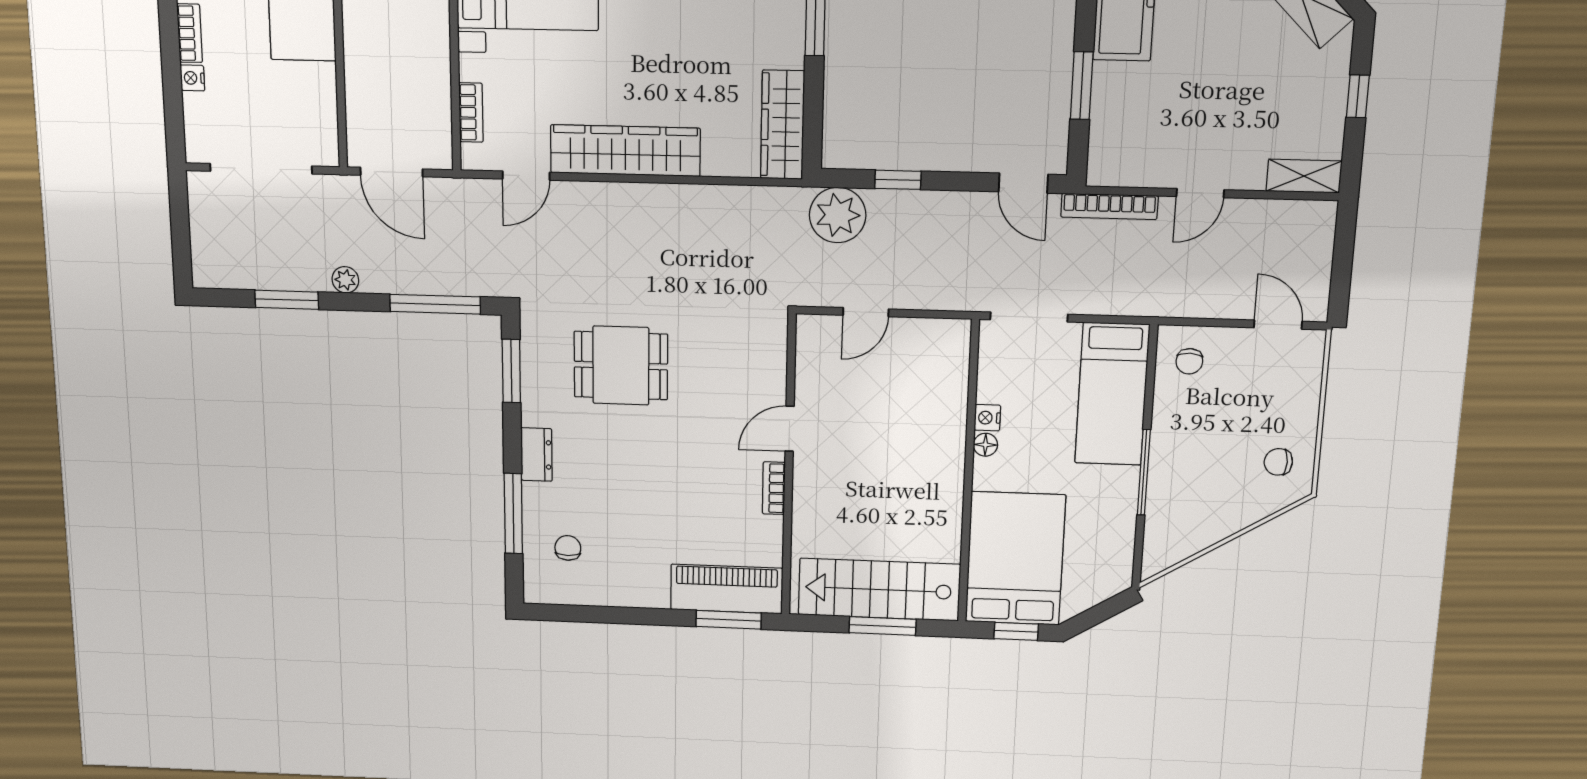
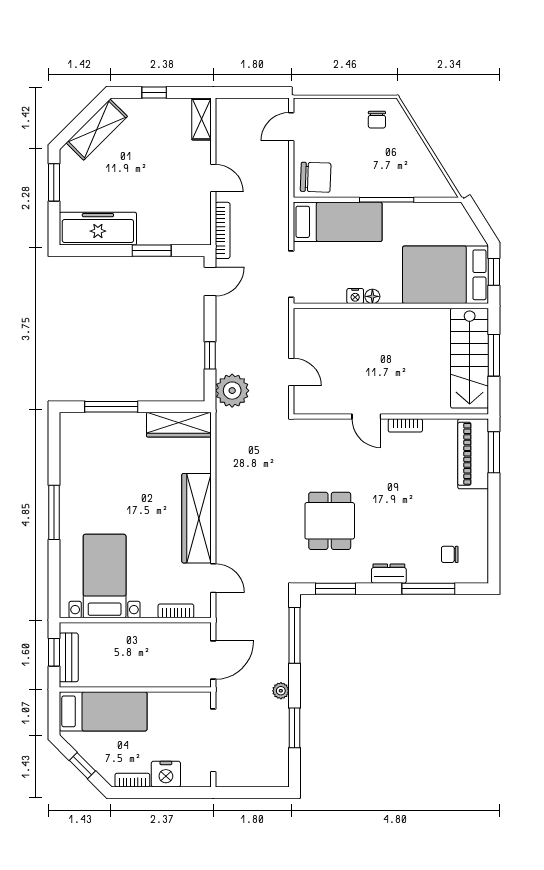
nightstand: (192, 78) -> (166, 774), width x1.89, depth x1.79
chair: (1189, 361) -> (316, 177), width x1.87, depth x1.87

